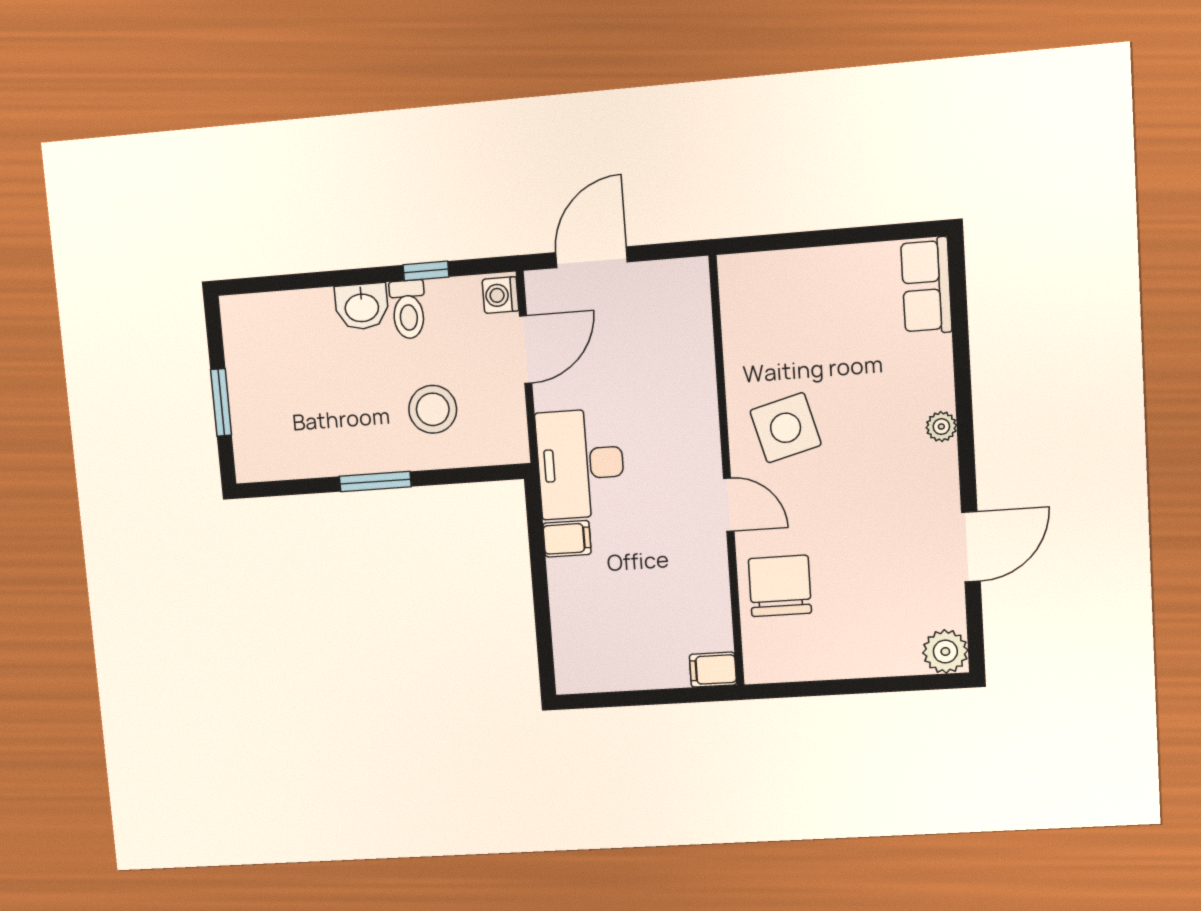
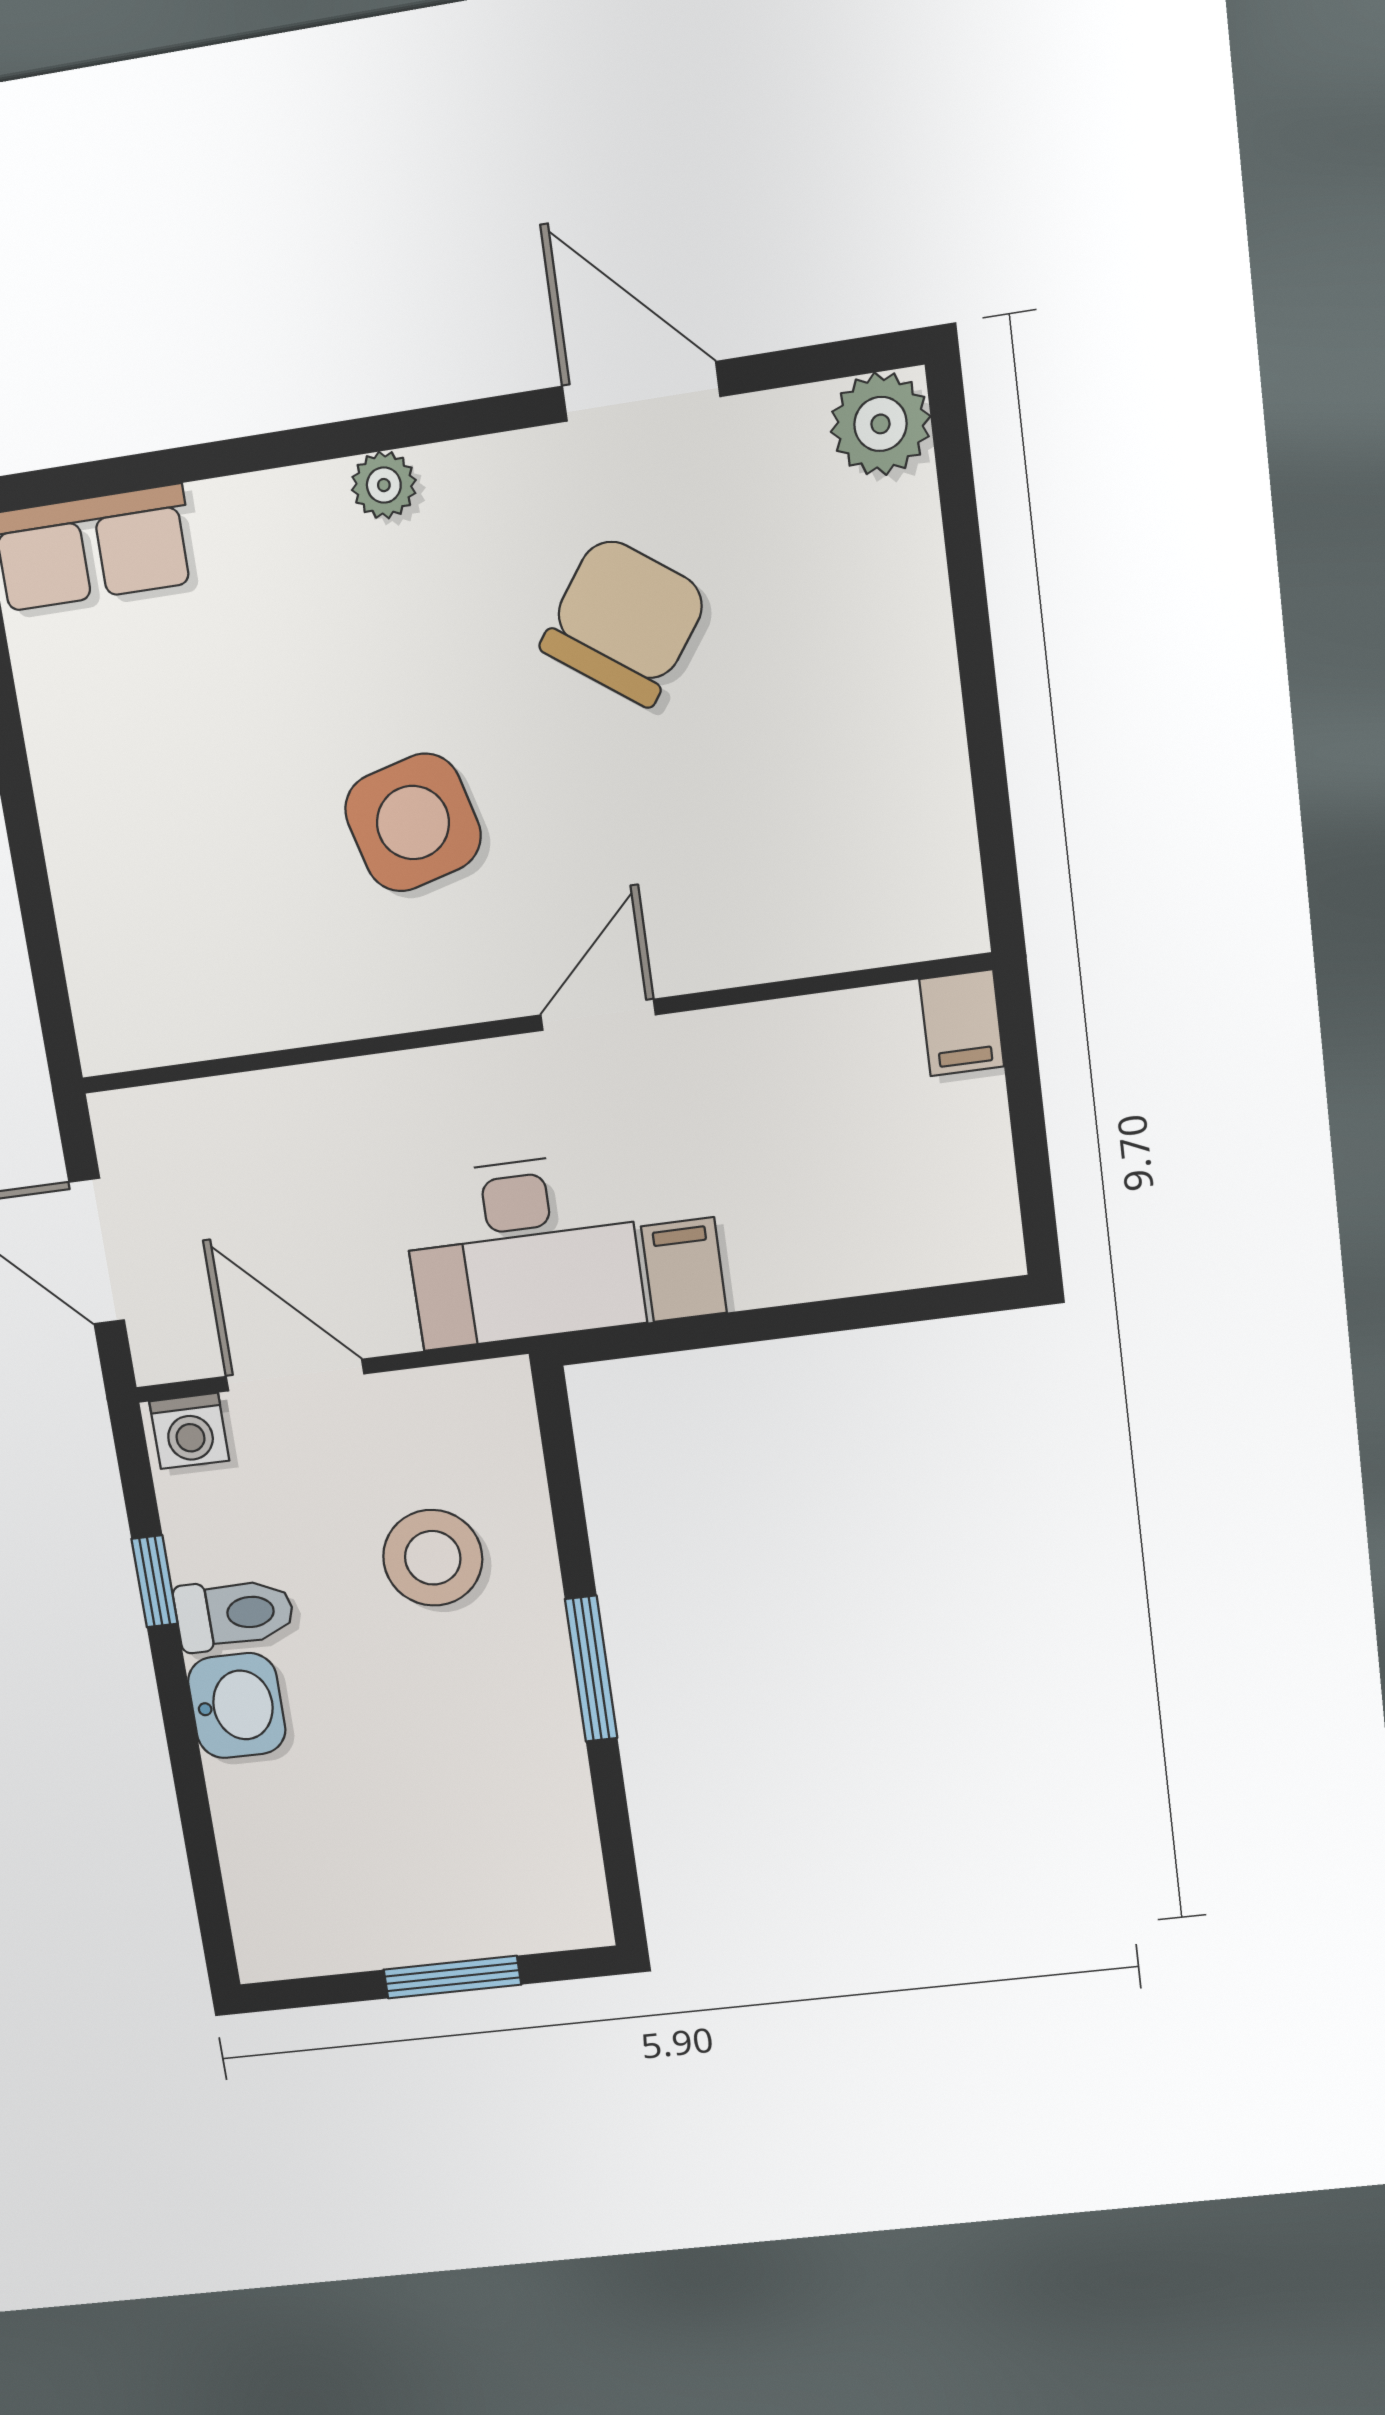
wall: (727, 473) -> (531, 1024), moved
door: (729, 505) -> (598, 1015), moved
chair: (780, 586) -> (625, 621), moved, turned 126
filing cabinet: (713, 670) -> (962, 1023), moved

